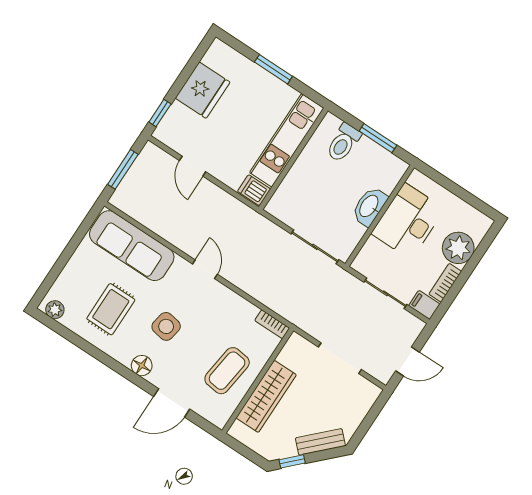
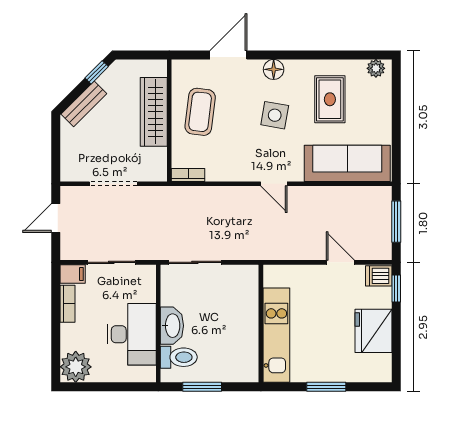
toilet: (343, 143) -> (179, 357), moved, turned 90
dishwasher: (254, 190) -> (379, 276), moved, turned 180
plant: (458, 248) -> (76, 367), moved

